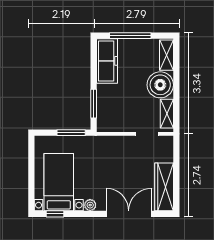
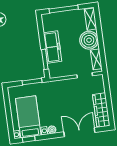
freezer: (107, 61) -> (53, 47), moved

